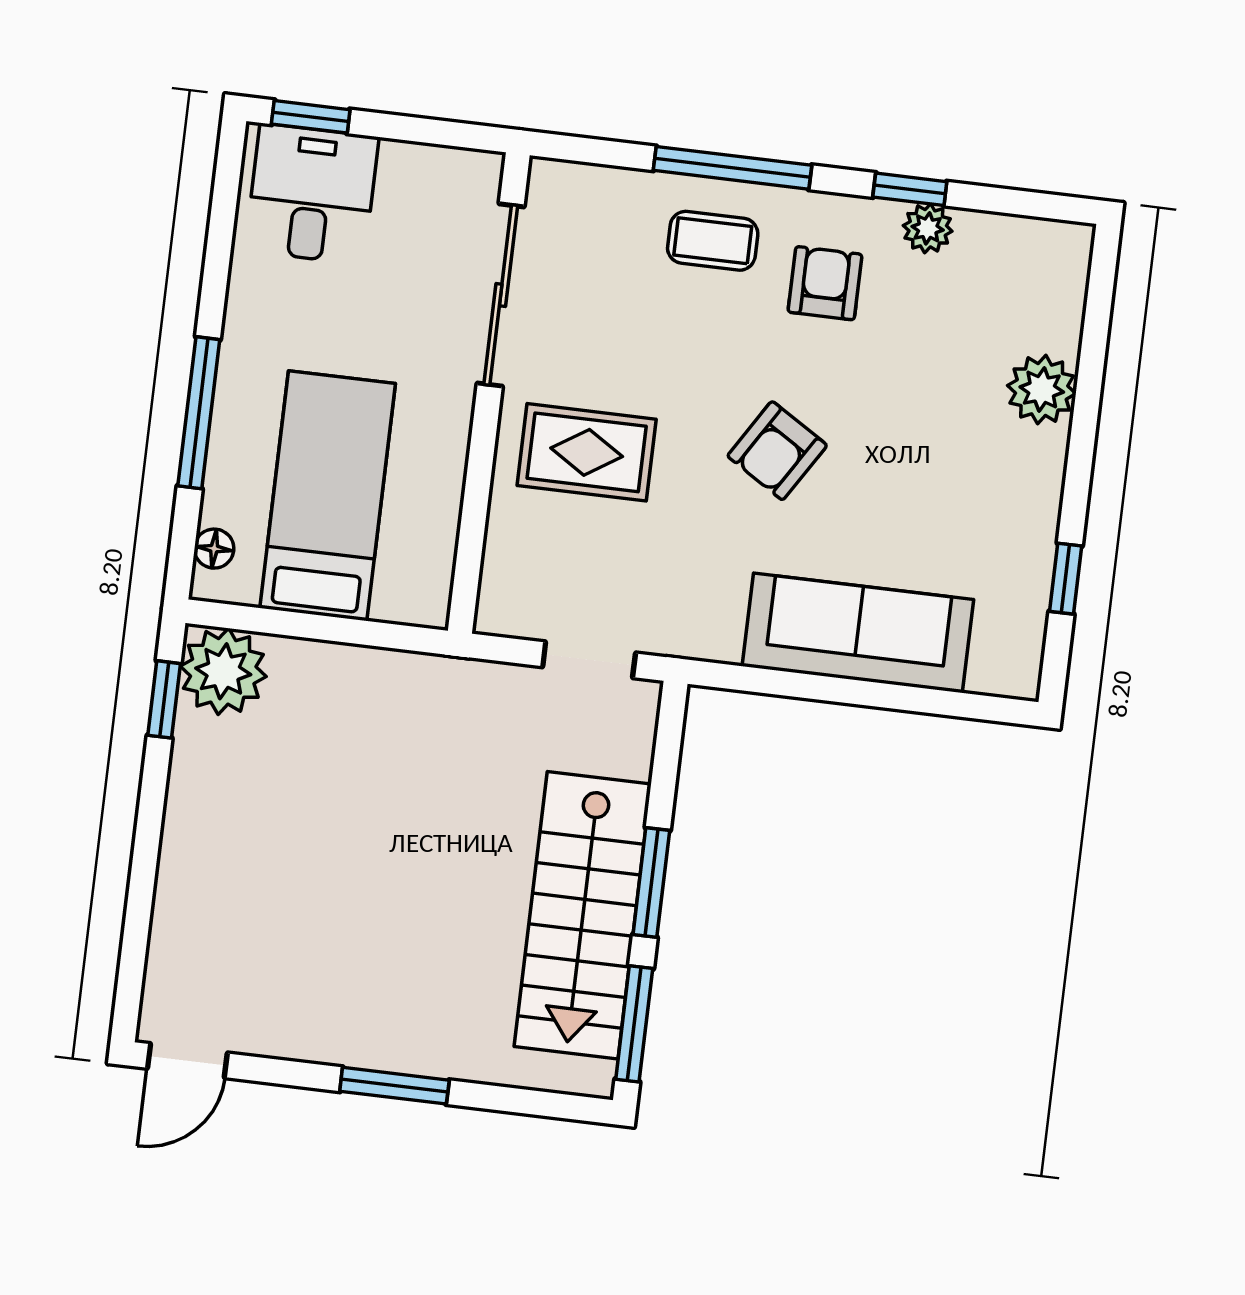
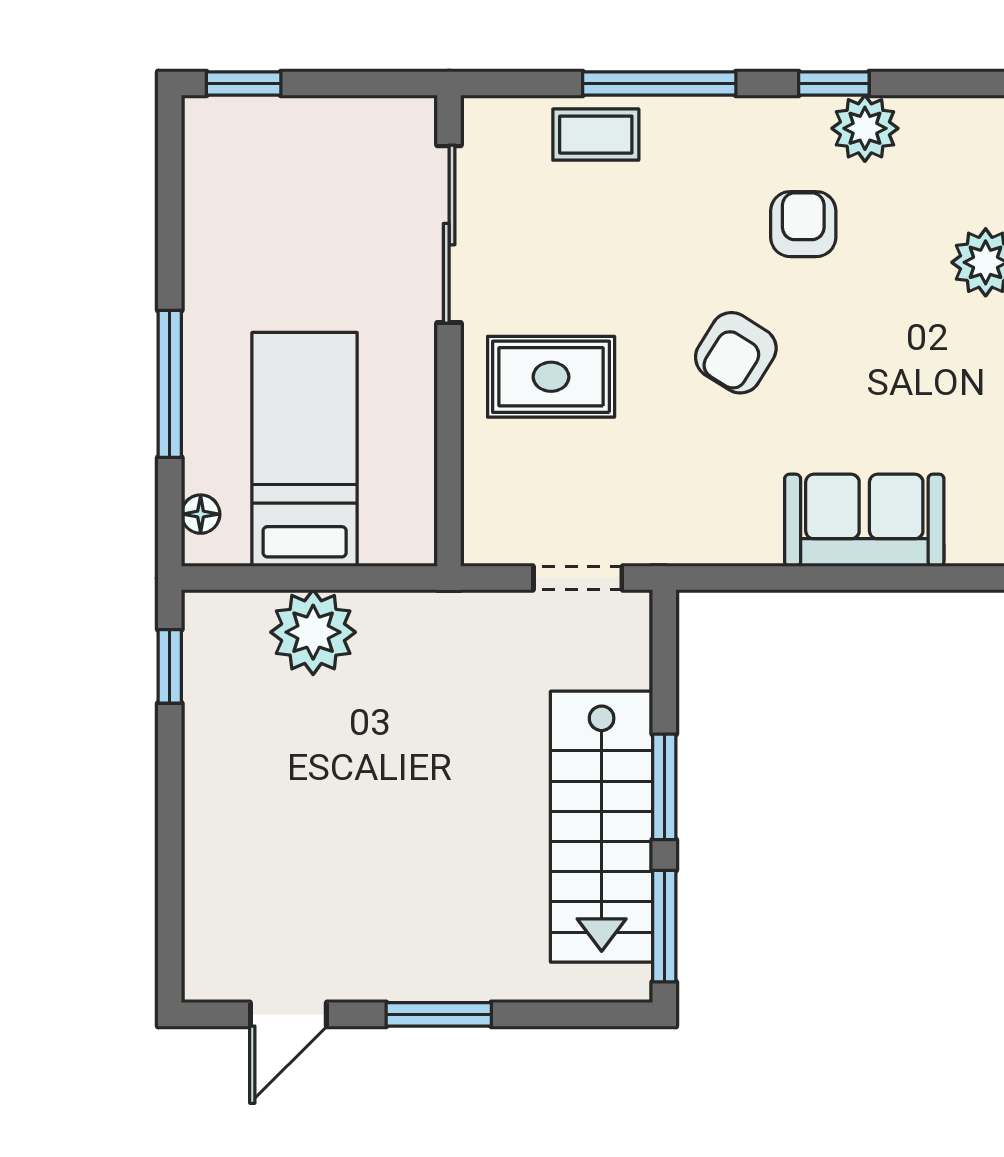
desk: (312, 194) -> (254, 158), removed
plant: (928, 228) -> (865, 128), width x1.38, depth x1.38
coffee table: (713, 241) -> (596, 135), moved
armchair: (825, 283) -> (803, 224), moved
sofa: (858, 633) -> (864, 520), width x0.73
plant: (223, 671) -> (313, 632), moved
door: (187, 1061) -> (288, 1014), moved

